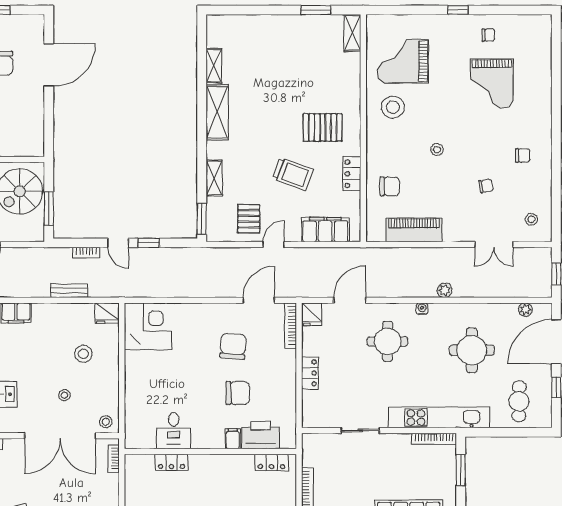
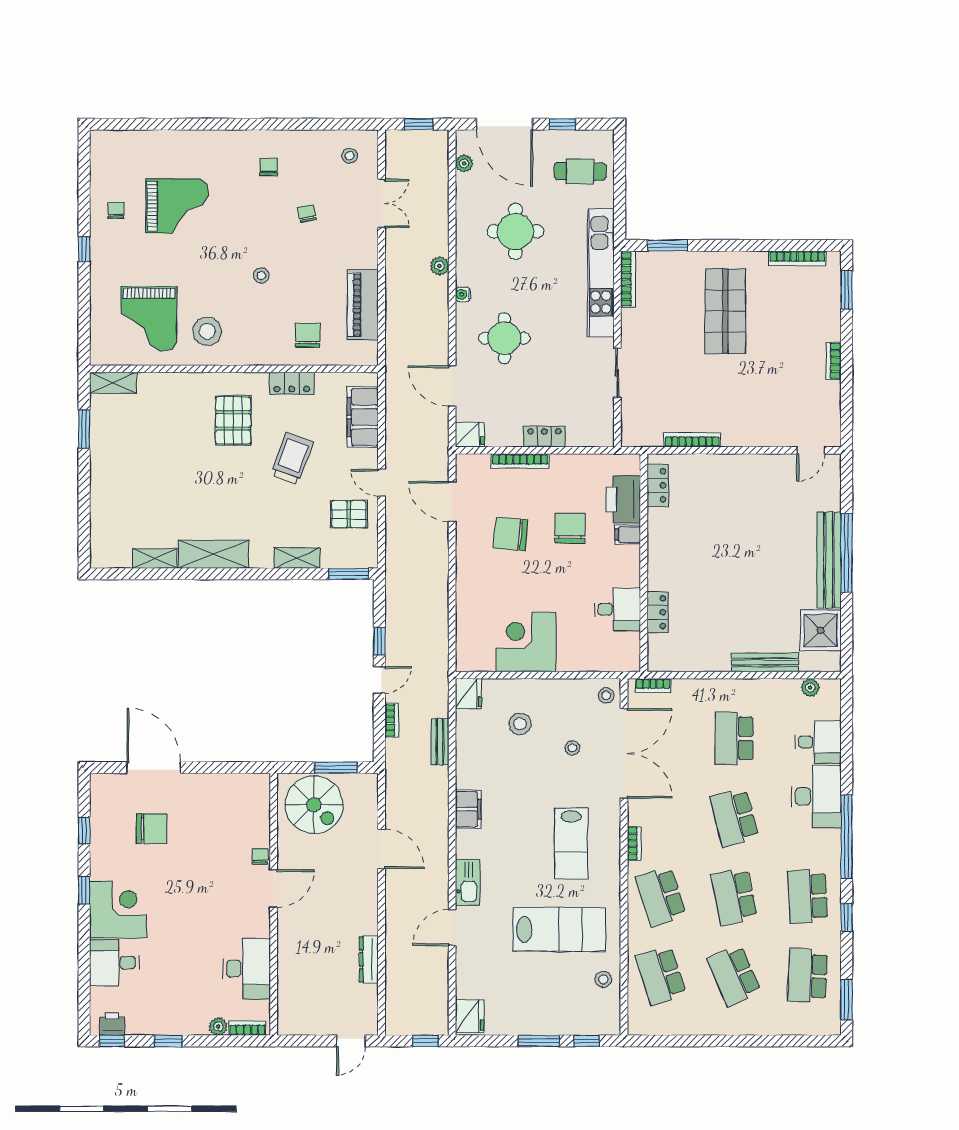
corner desk: (148, 326) -> (526, 642), moved
bookcase: (291, 326) -> (520, 461), moved

